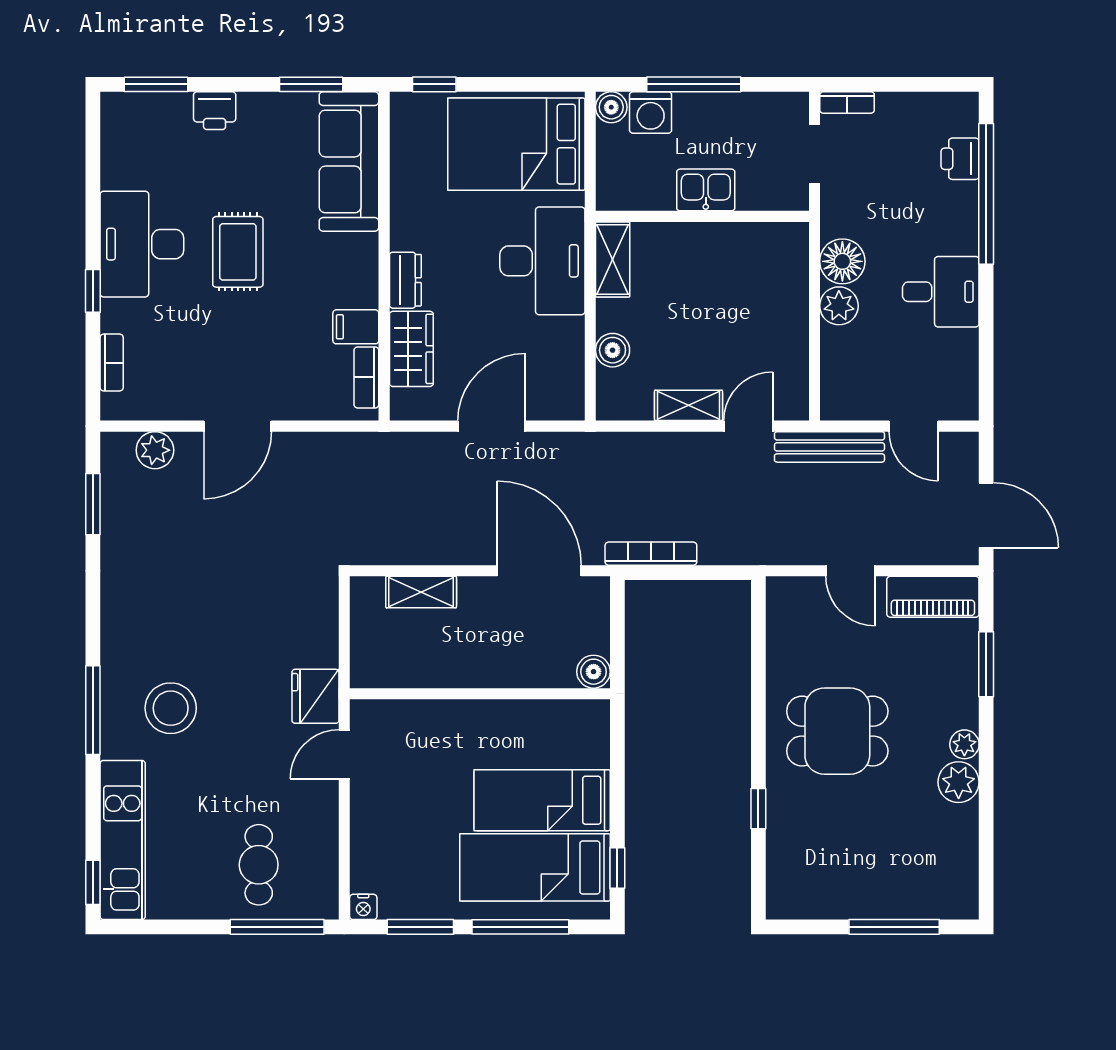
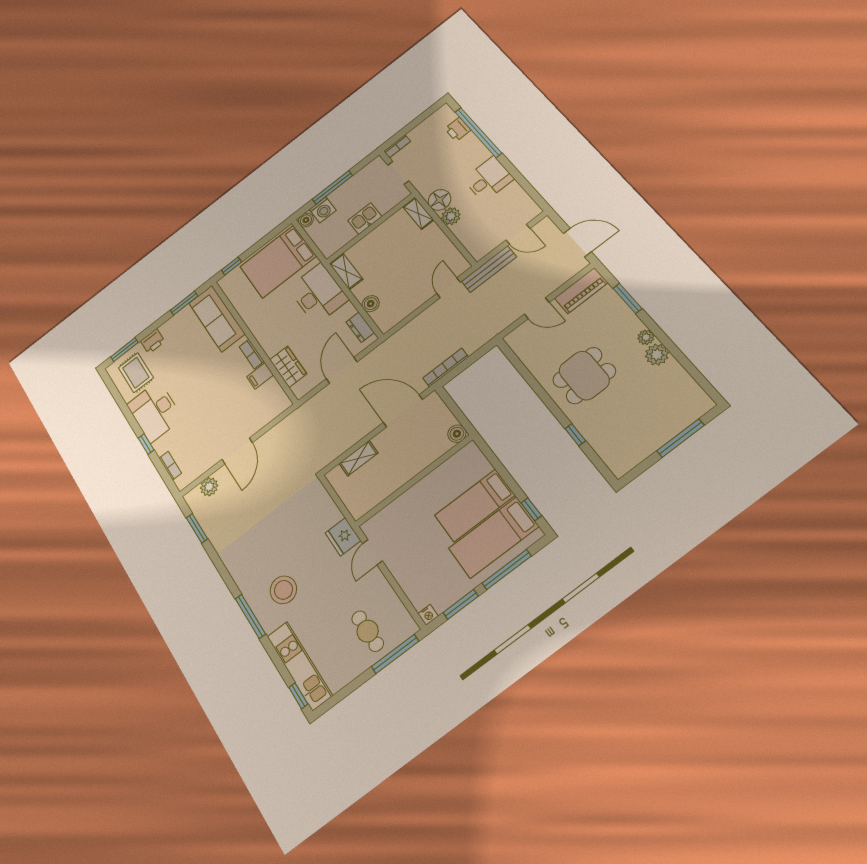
rug: (238, 252) -> (136, 373), moved
dresser: (405, 280) -> (360, 327), moved, turned 180
bookcase: (366, 377) -> (252, 354), moved
shelving: (688, 405) -> (418, 213), moved, turned 90

